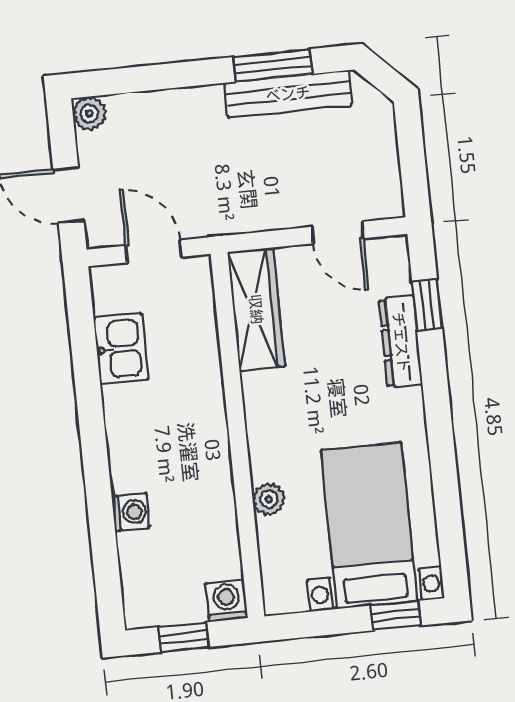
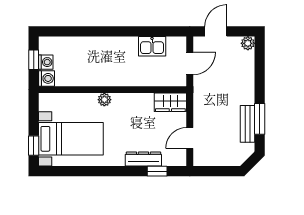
bench: (288, 94) -> (248, 124), width x0.73
wardrobe: (256, 309) -> (170, 102), width x0.67
plant: (269, 499) -> (104, 100), moved
washing machine: (131, 512) -> (46, 62), moved, turned -90

